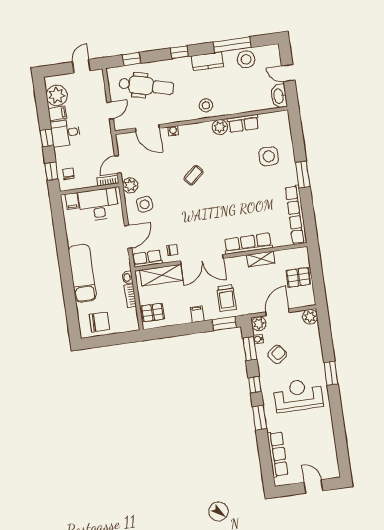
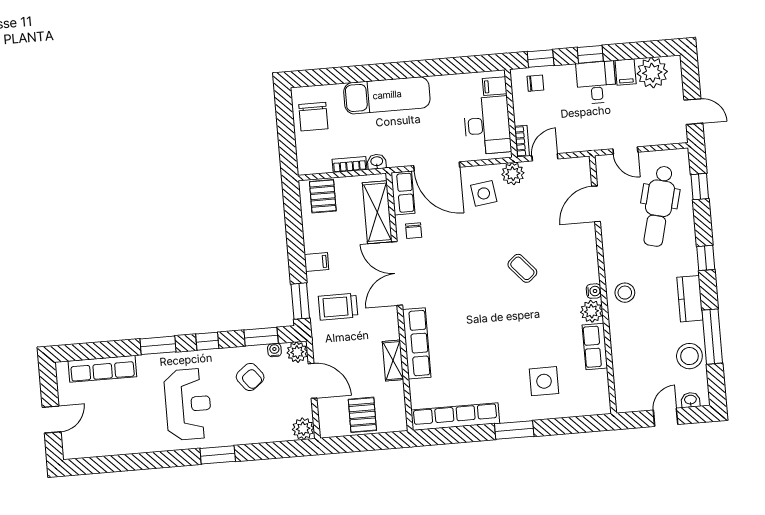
washbasin: (279, 96) -> (690, 400), moved, width x0.52, depth x0.69
water cooler: (173, 131) -> (594, 291), moved
door: (118, 164) -> (545, 157), hinge flipped
door: (128, 237) -> (437, 166), width x1.36

